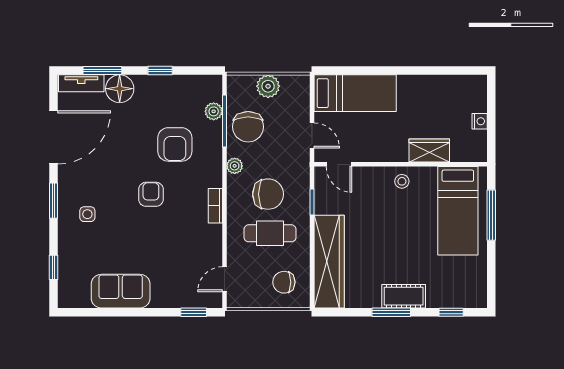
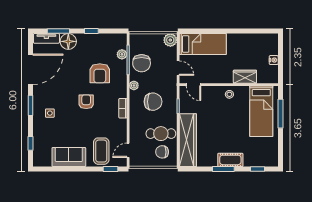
plant: (268, 86) -> (170, 40), moved
cafe table: (270, 233) -> (161, 134), moved
coffee table: (177, 281) -> (101, 151), added

